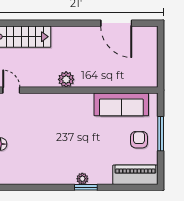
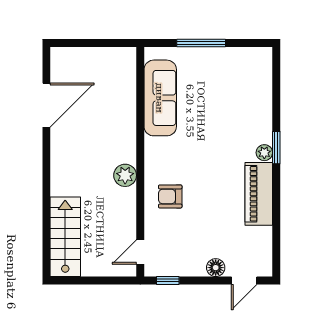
armchair: (139, 140) -> (170, 196), moved
piano: (135, 175) -> (259, 194), moved

